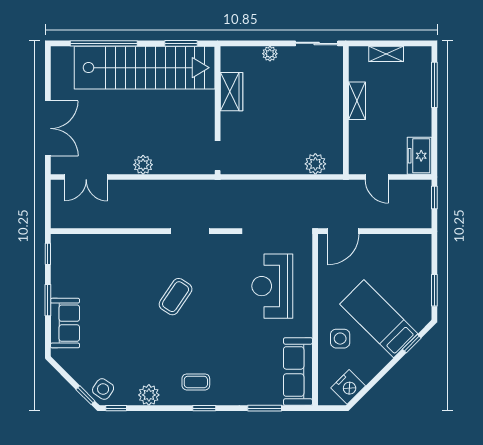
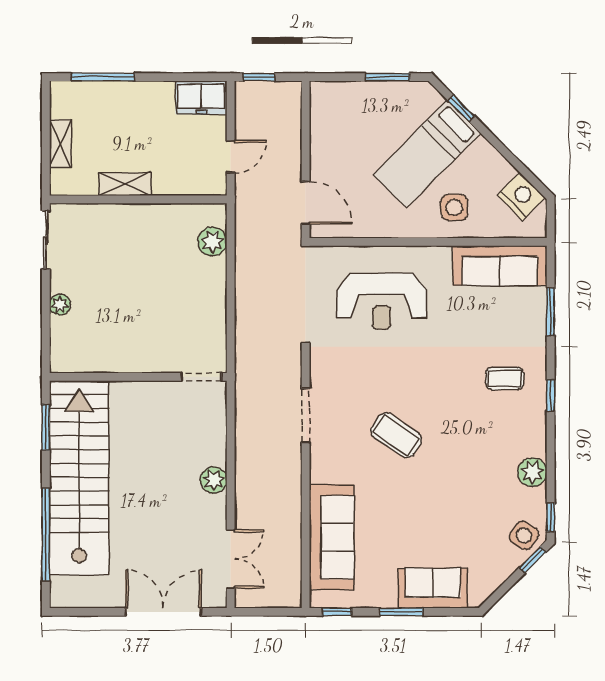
wardrobe: (231, 92) -> (113, 358), removed
sofa: (102, 250) -> (332, 537), added
coffee table: (196, 382) -> (505, 378), moved, turned 90

